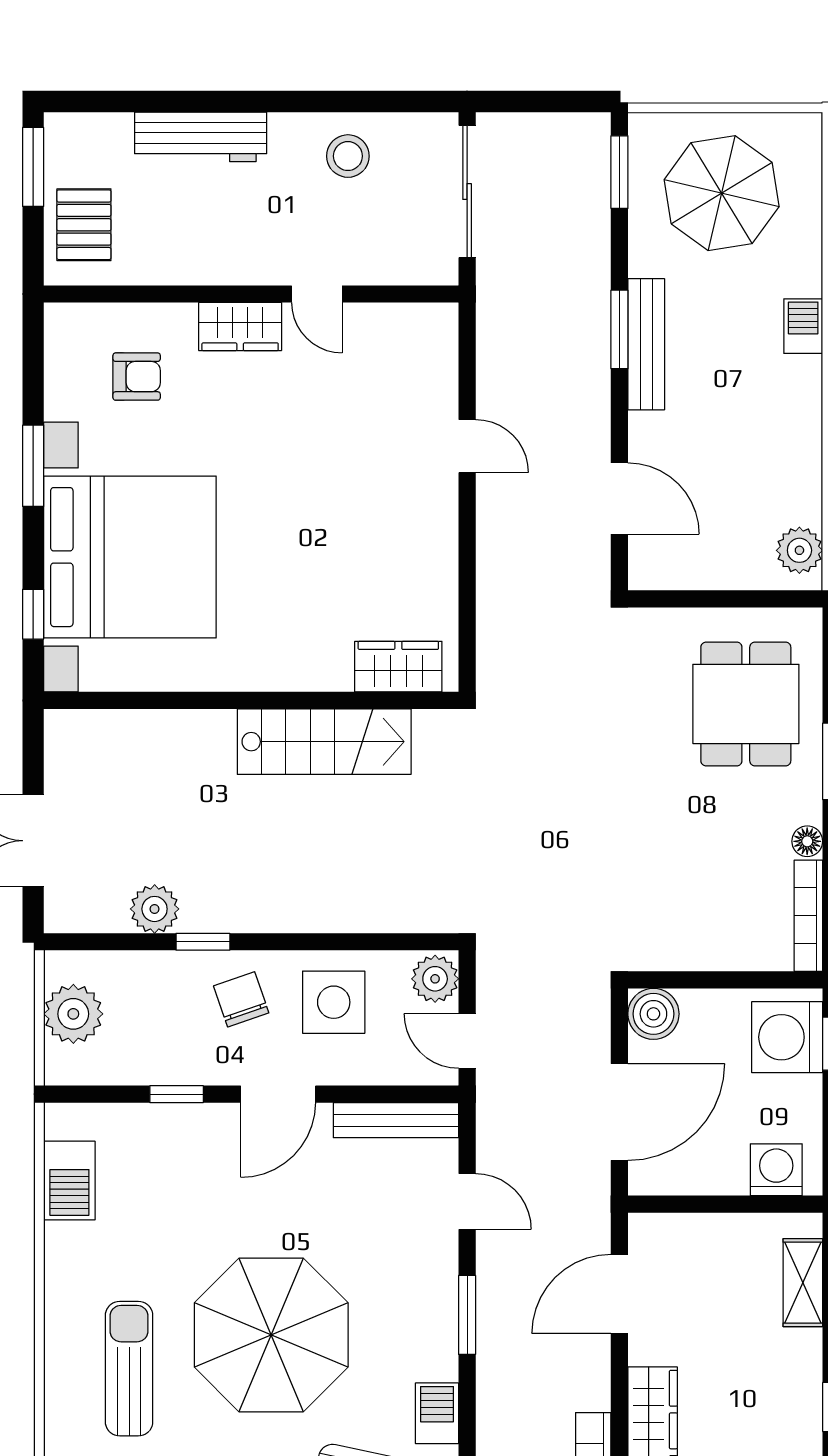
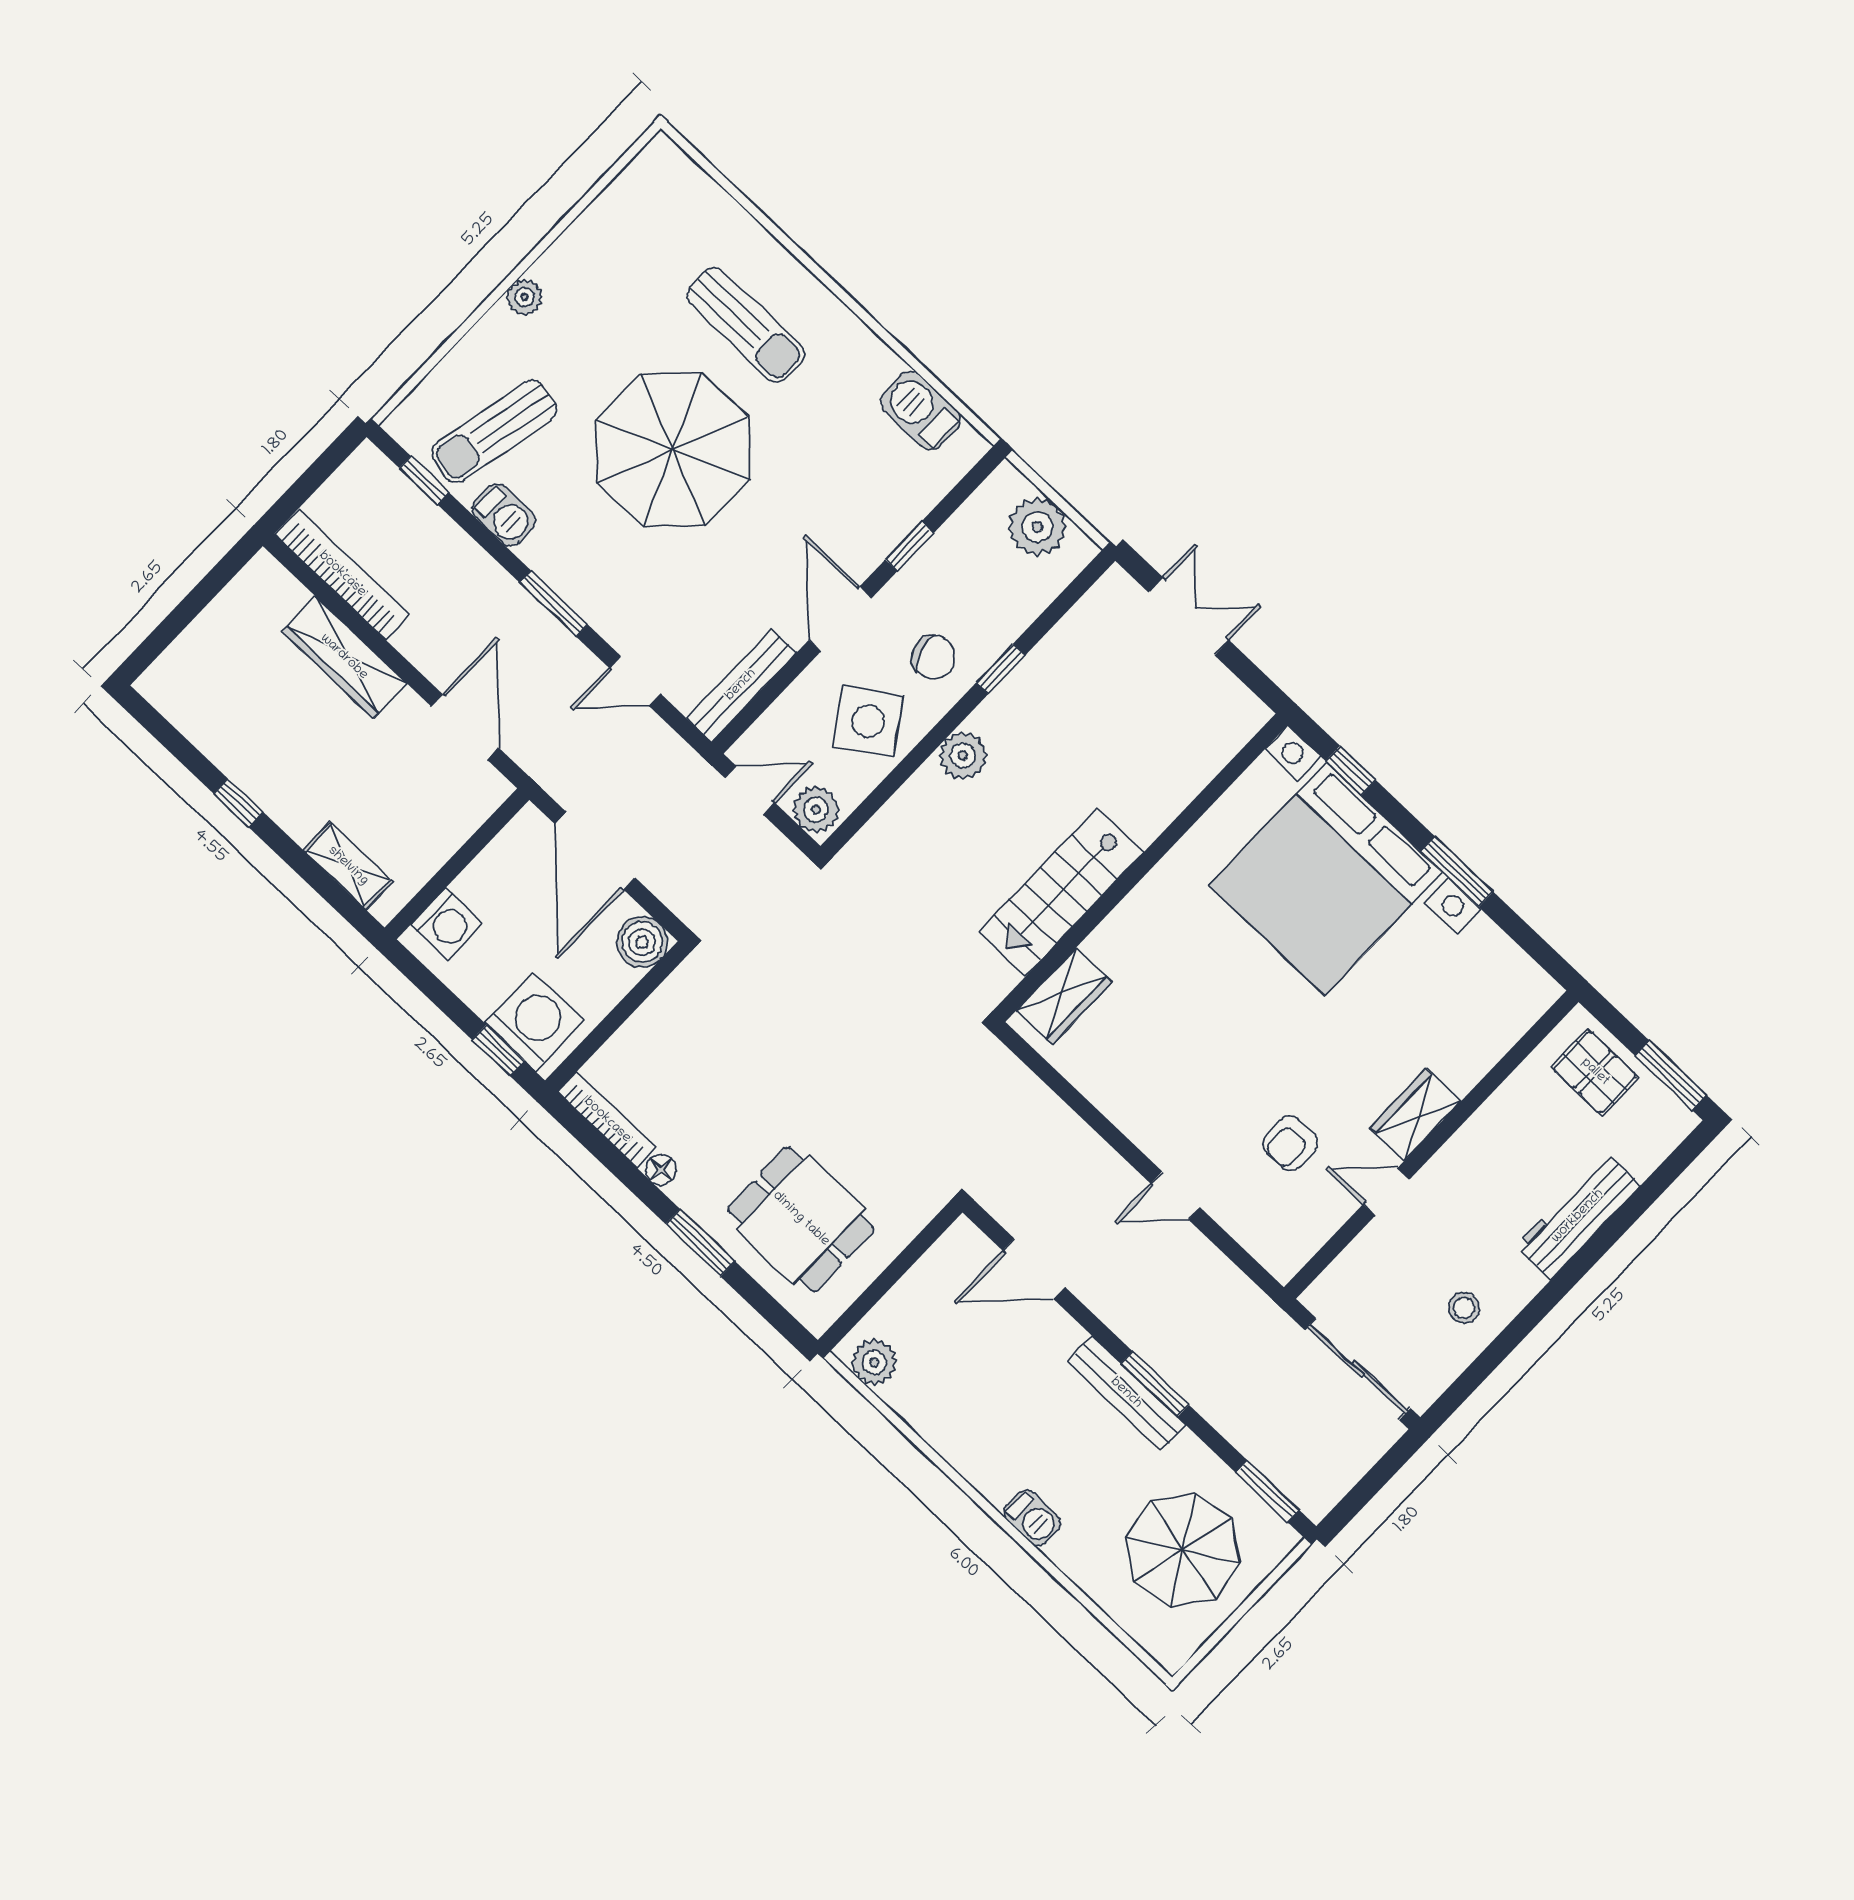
stool: (348, 156) -> (1464, 1308), width x0.73, depth x0.73
armchair: (137, 377) -> (1290, 1143), moved
plant: (155, 909) -> (963, 756), moved
side table: (334, 1002) -> (868, 721), turned -34

